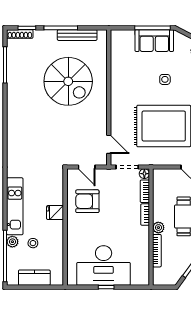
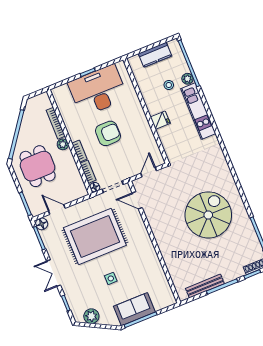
spiral stairs: (68, 81) -> (208, 215), moved, turned 90
door: (87, 167) -> (149, 172), hinge flipped
armchair: (87, 201) -> (108, 133), moved

